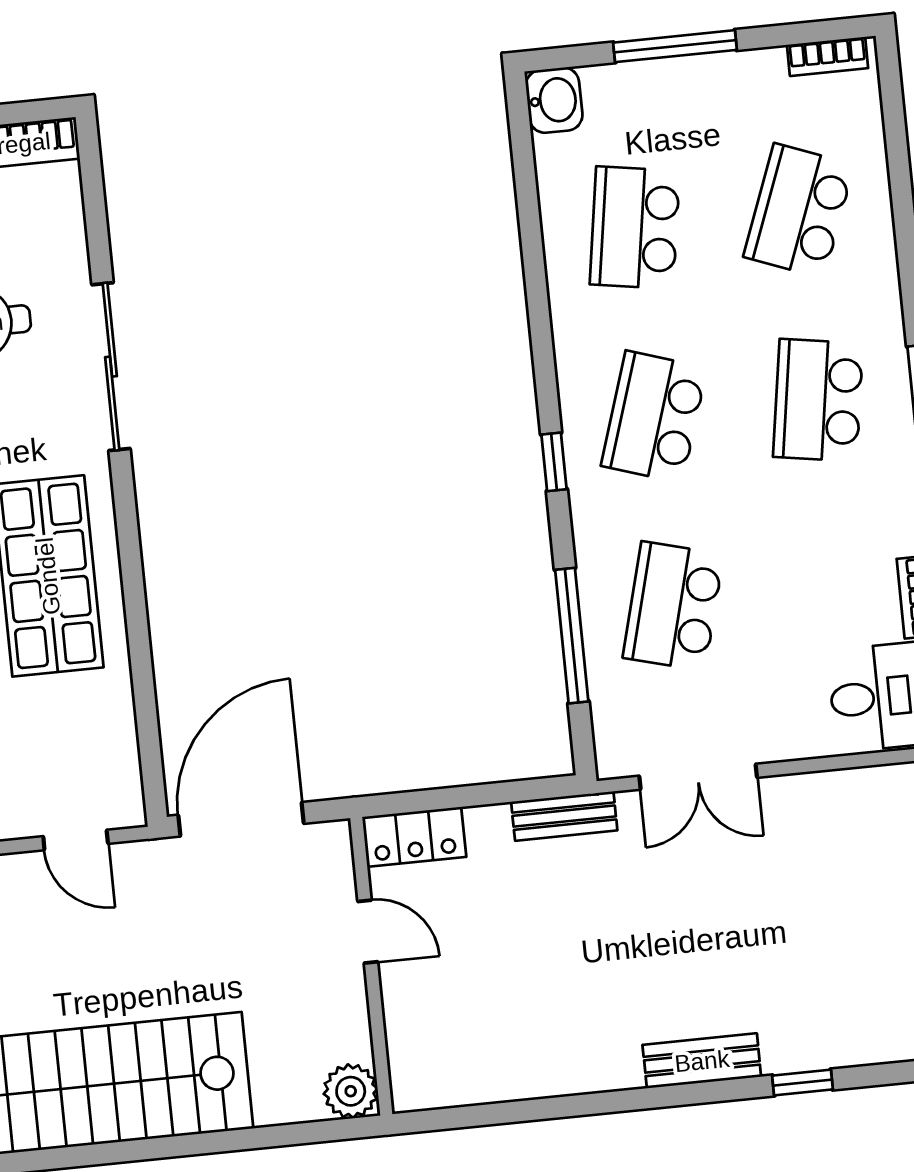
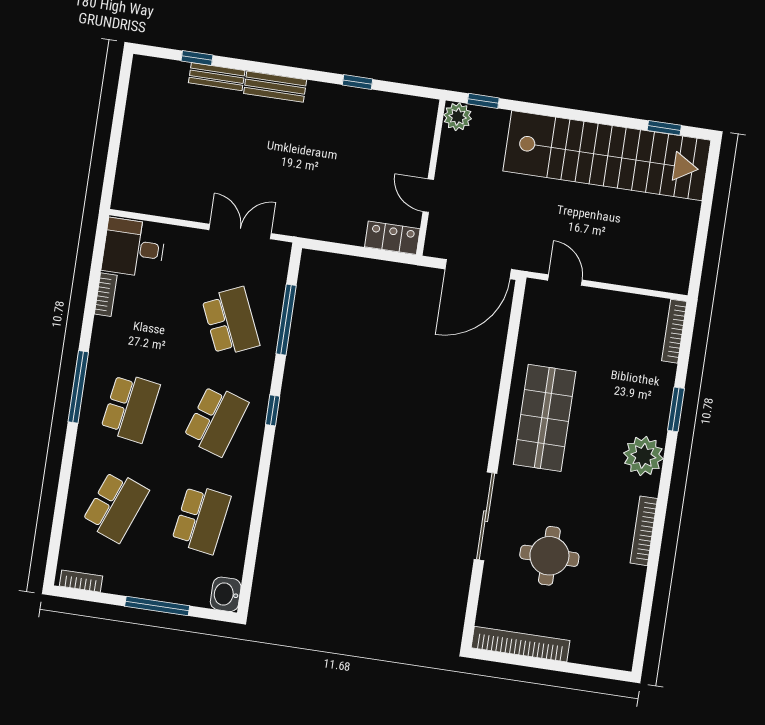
school desk: (673, 606) -> (231, 322), turned -39
bench: (564, 816) -> (217, 77), moved
window: (802, 1083) -> (197, 58), moved
window: (552, 1108) -> (357, 82), added
window: (311, 1132) -> (483, 101), added

